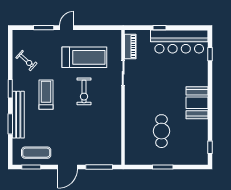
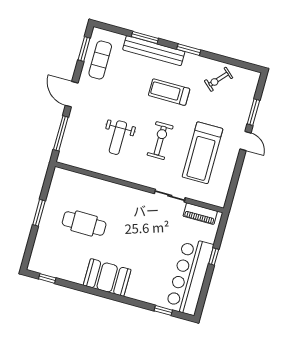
exercise bike: (84, 91) -> (160, 141), turned 90
treadmill: (46, 95) -> (169, 92), turned 180
weight bench: (90, 123) -> (118, 138), added

